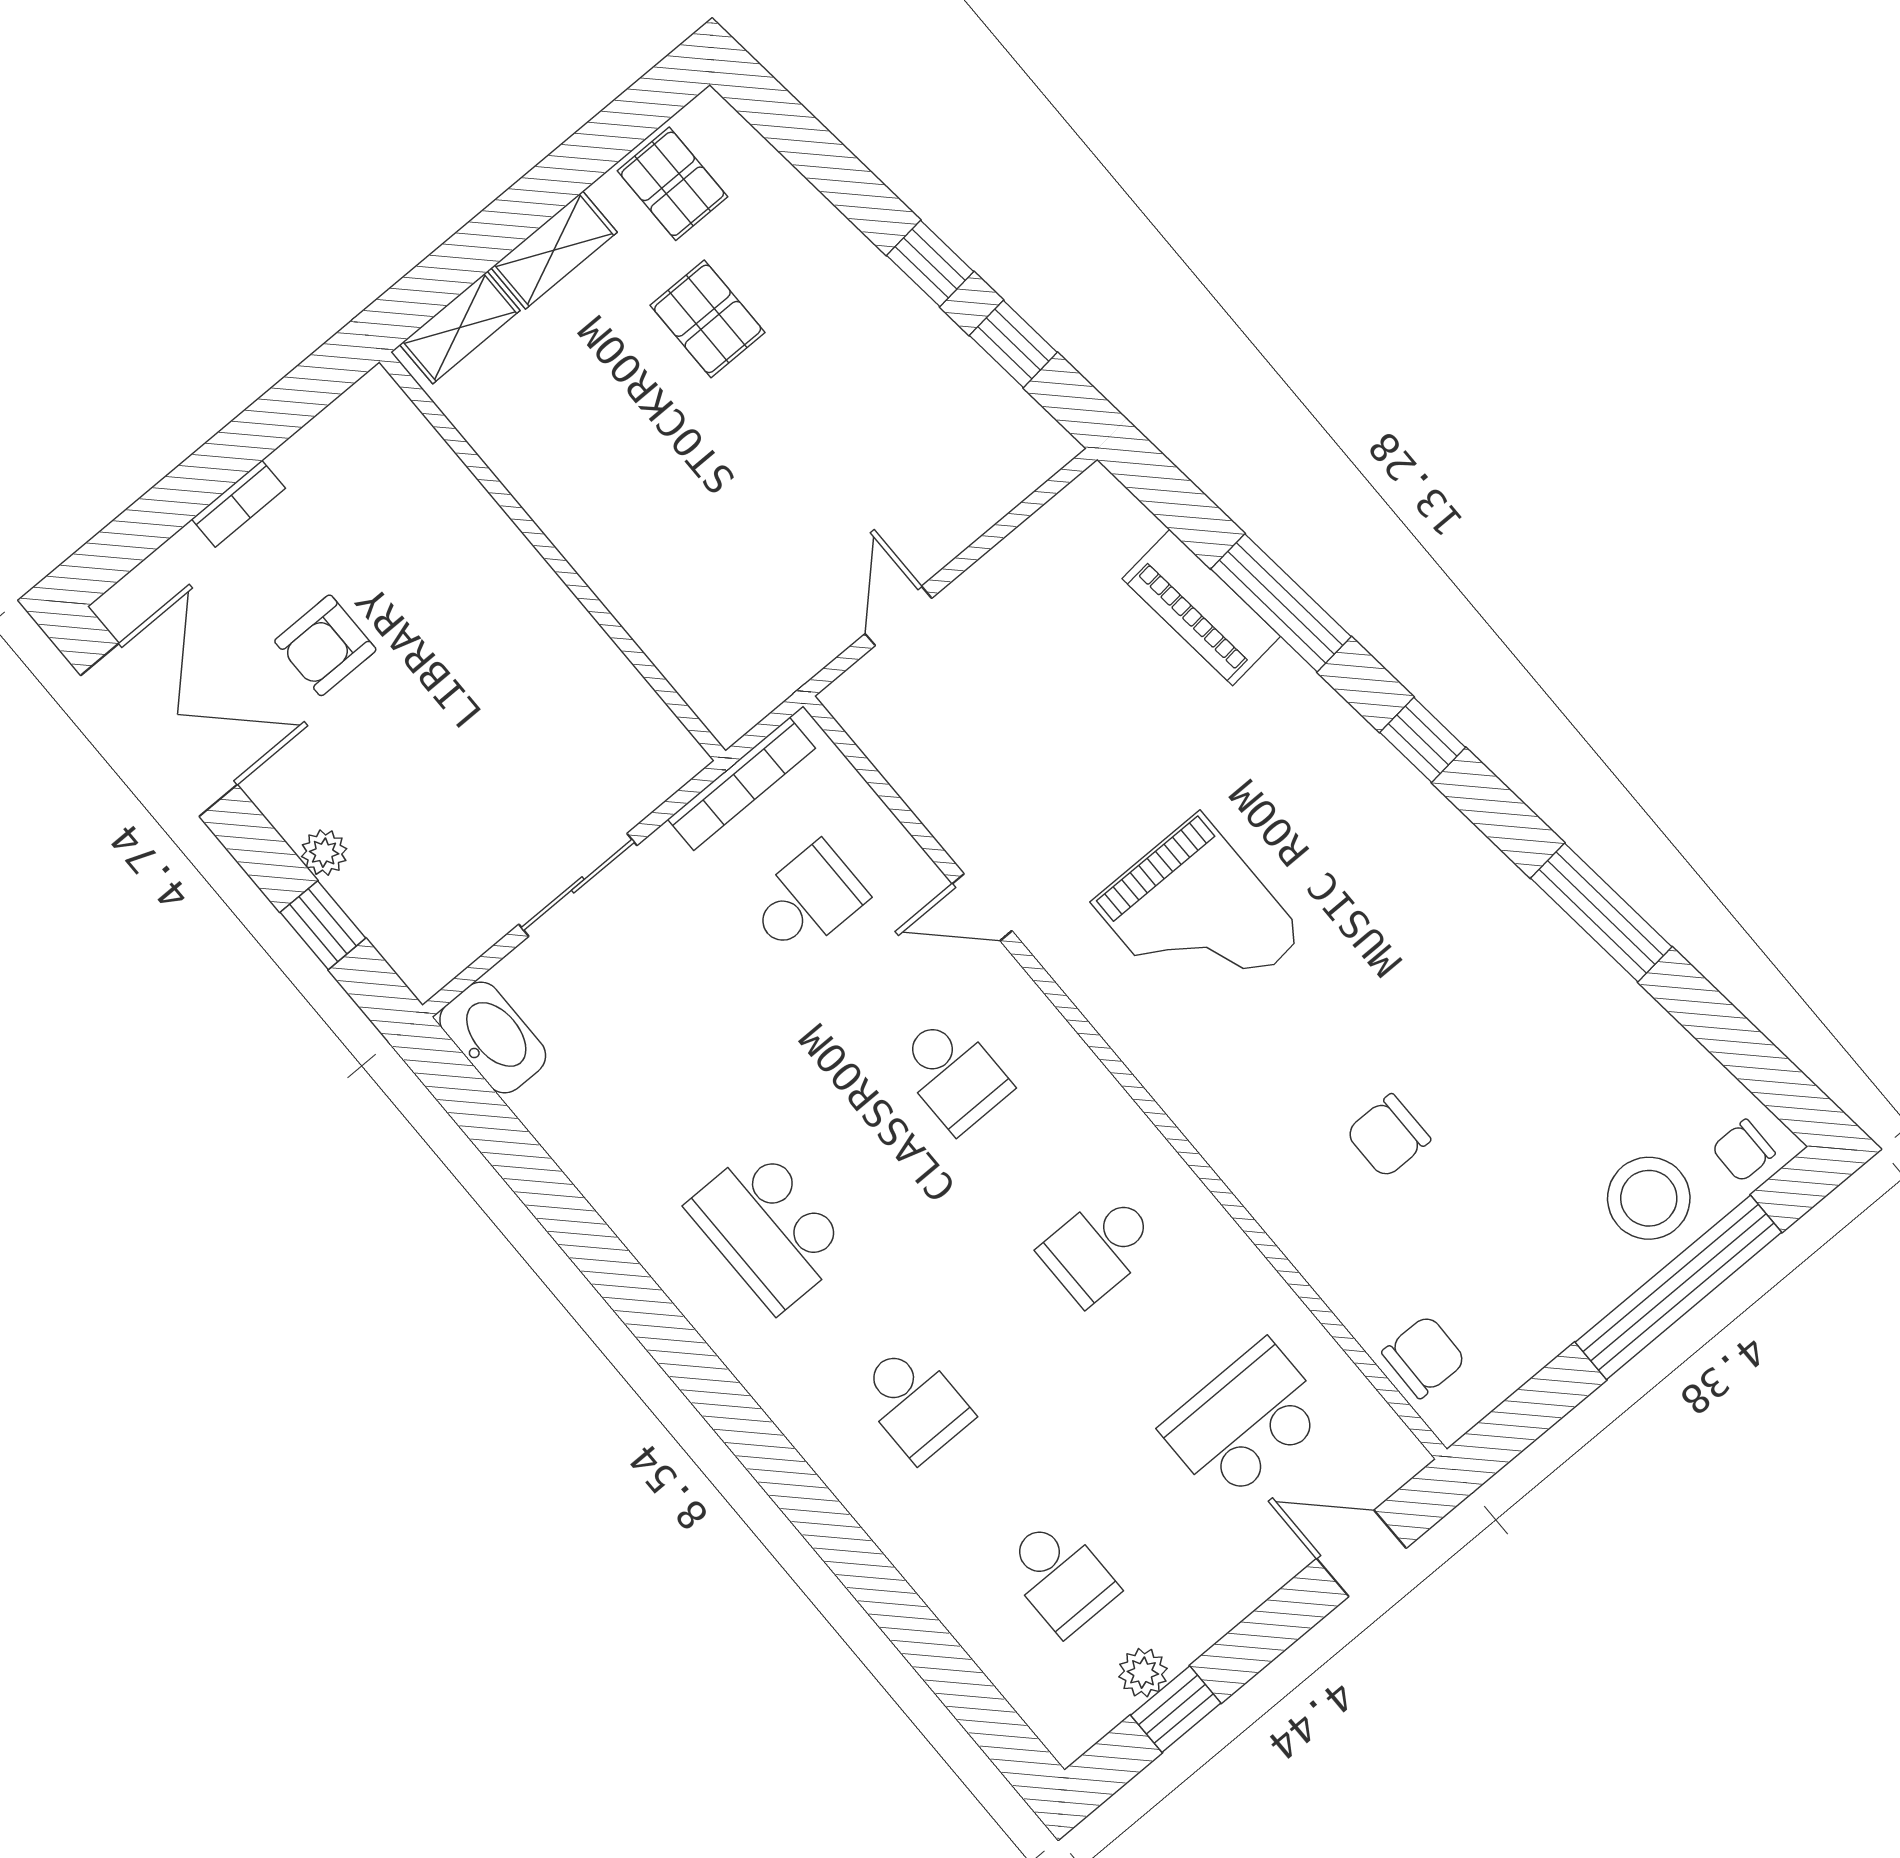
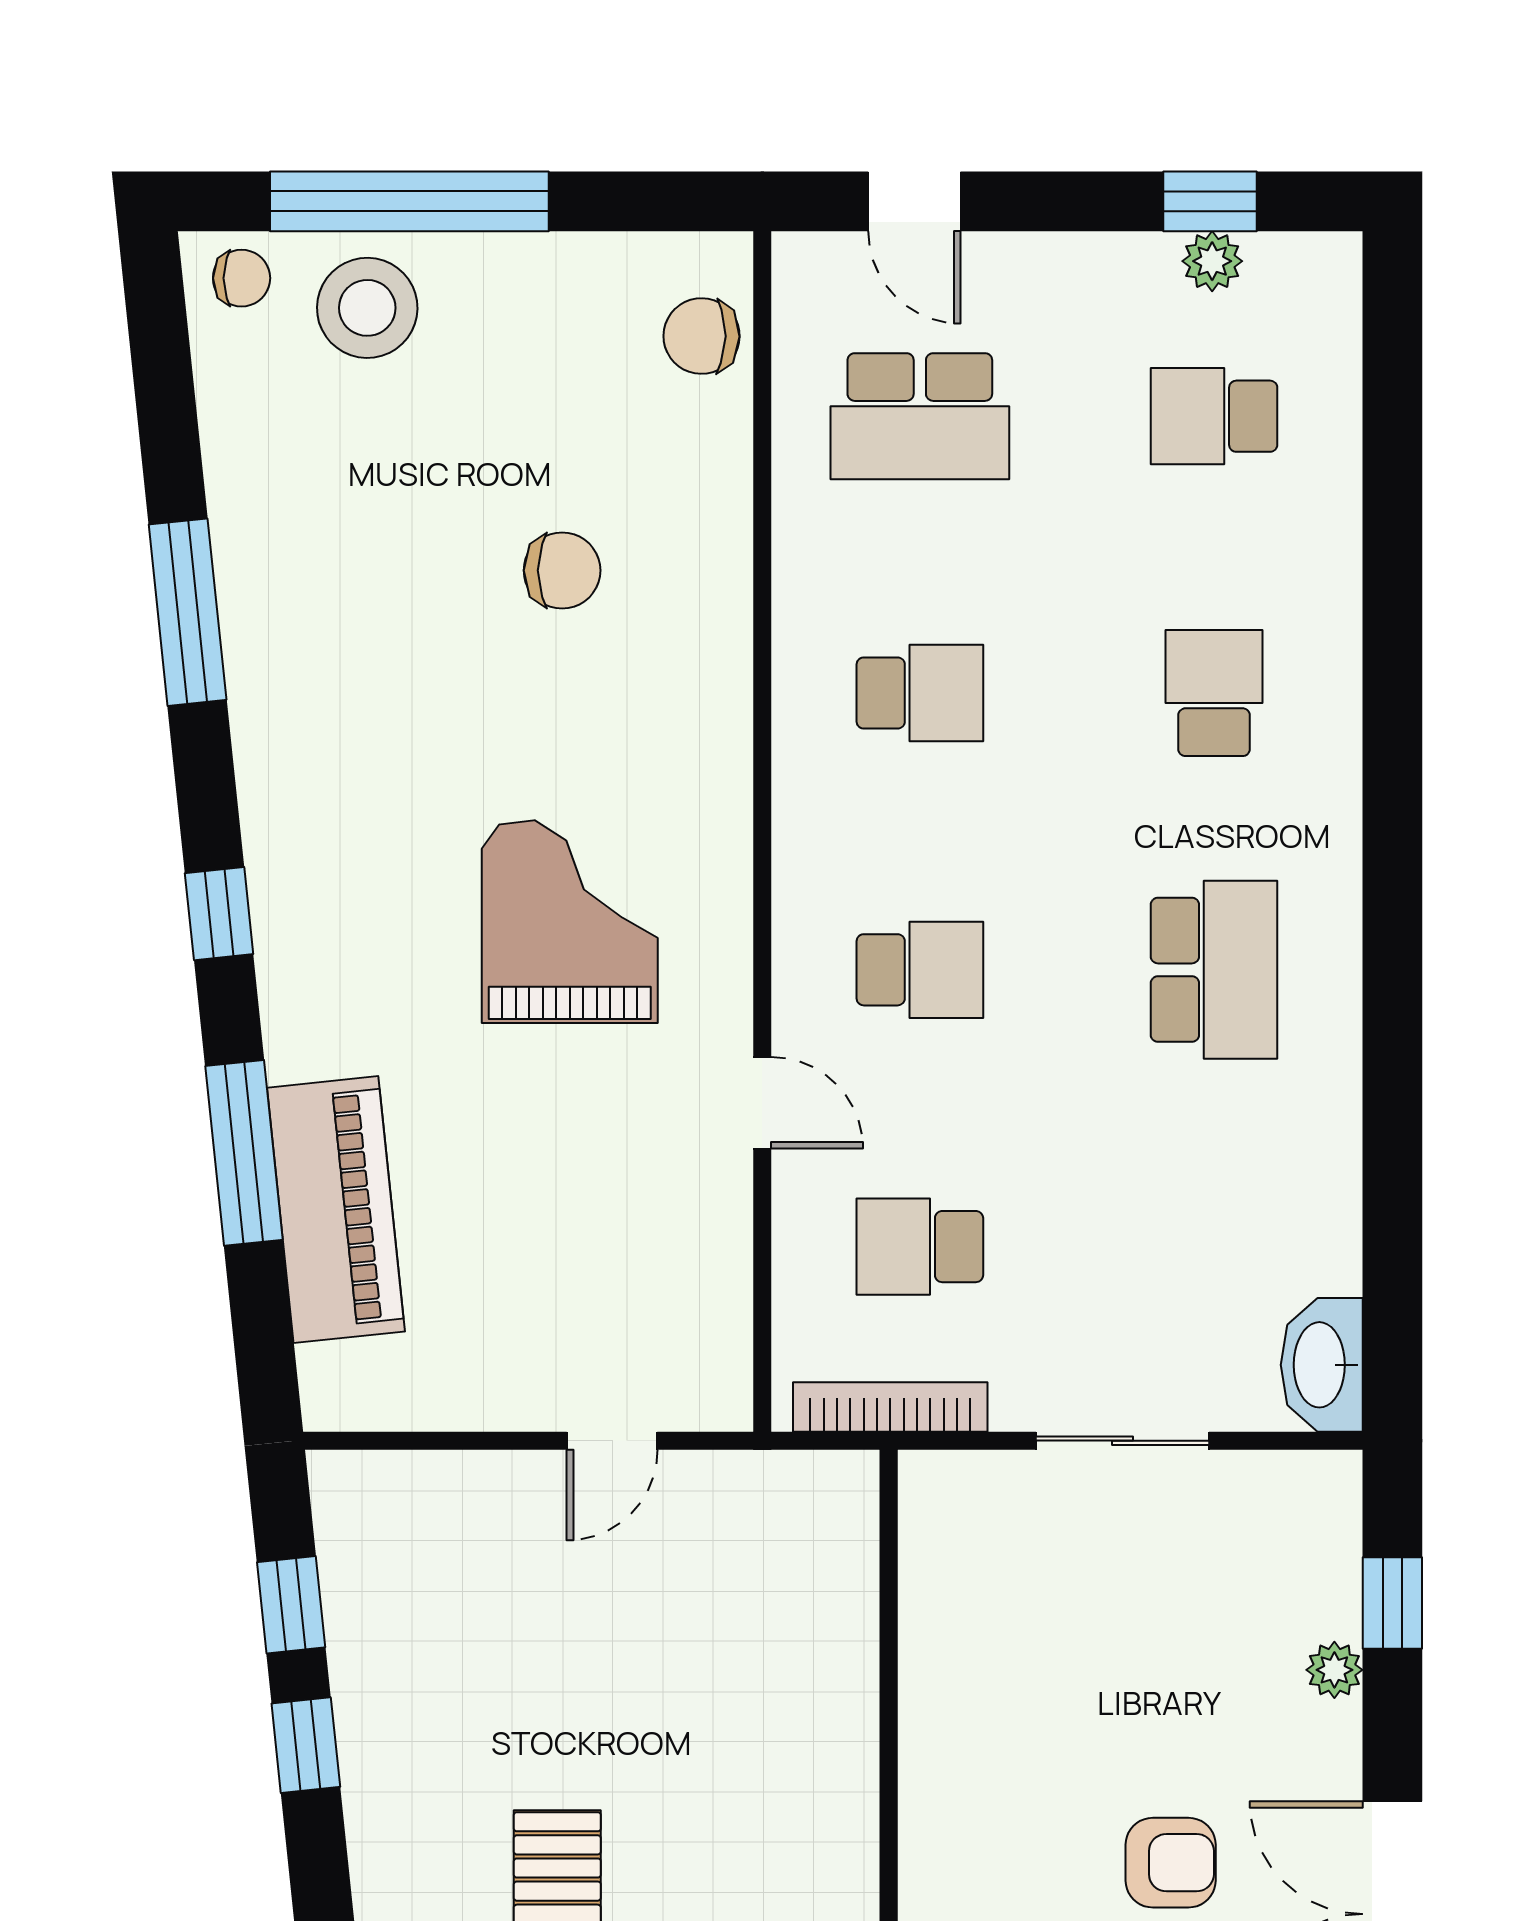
piano: (1201, 608) -> (336, 1210), width x1.37, depth x1.33
school desk: (953, 1074) -> (920, 970), turned 90
school desk: (1060, 1576) -> (1214, 416), turned -90

